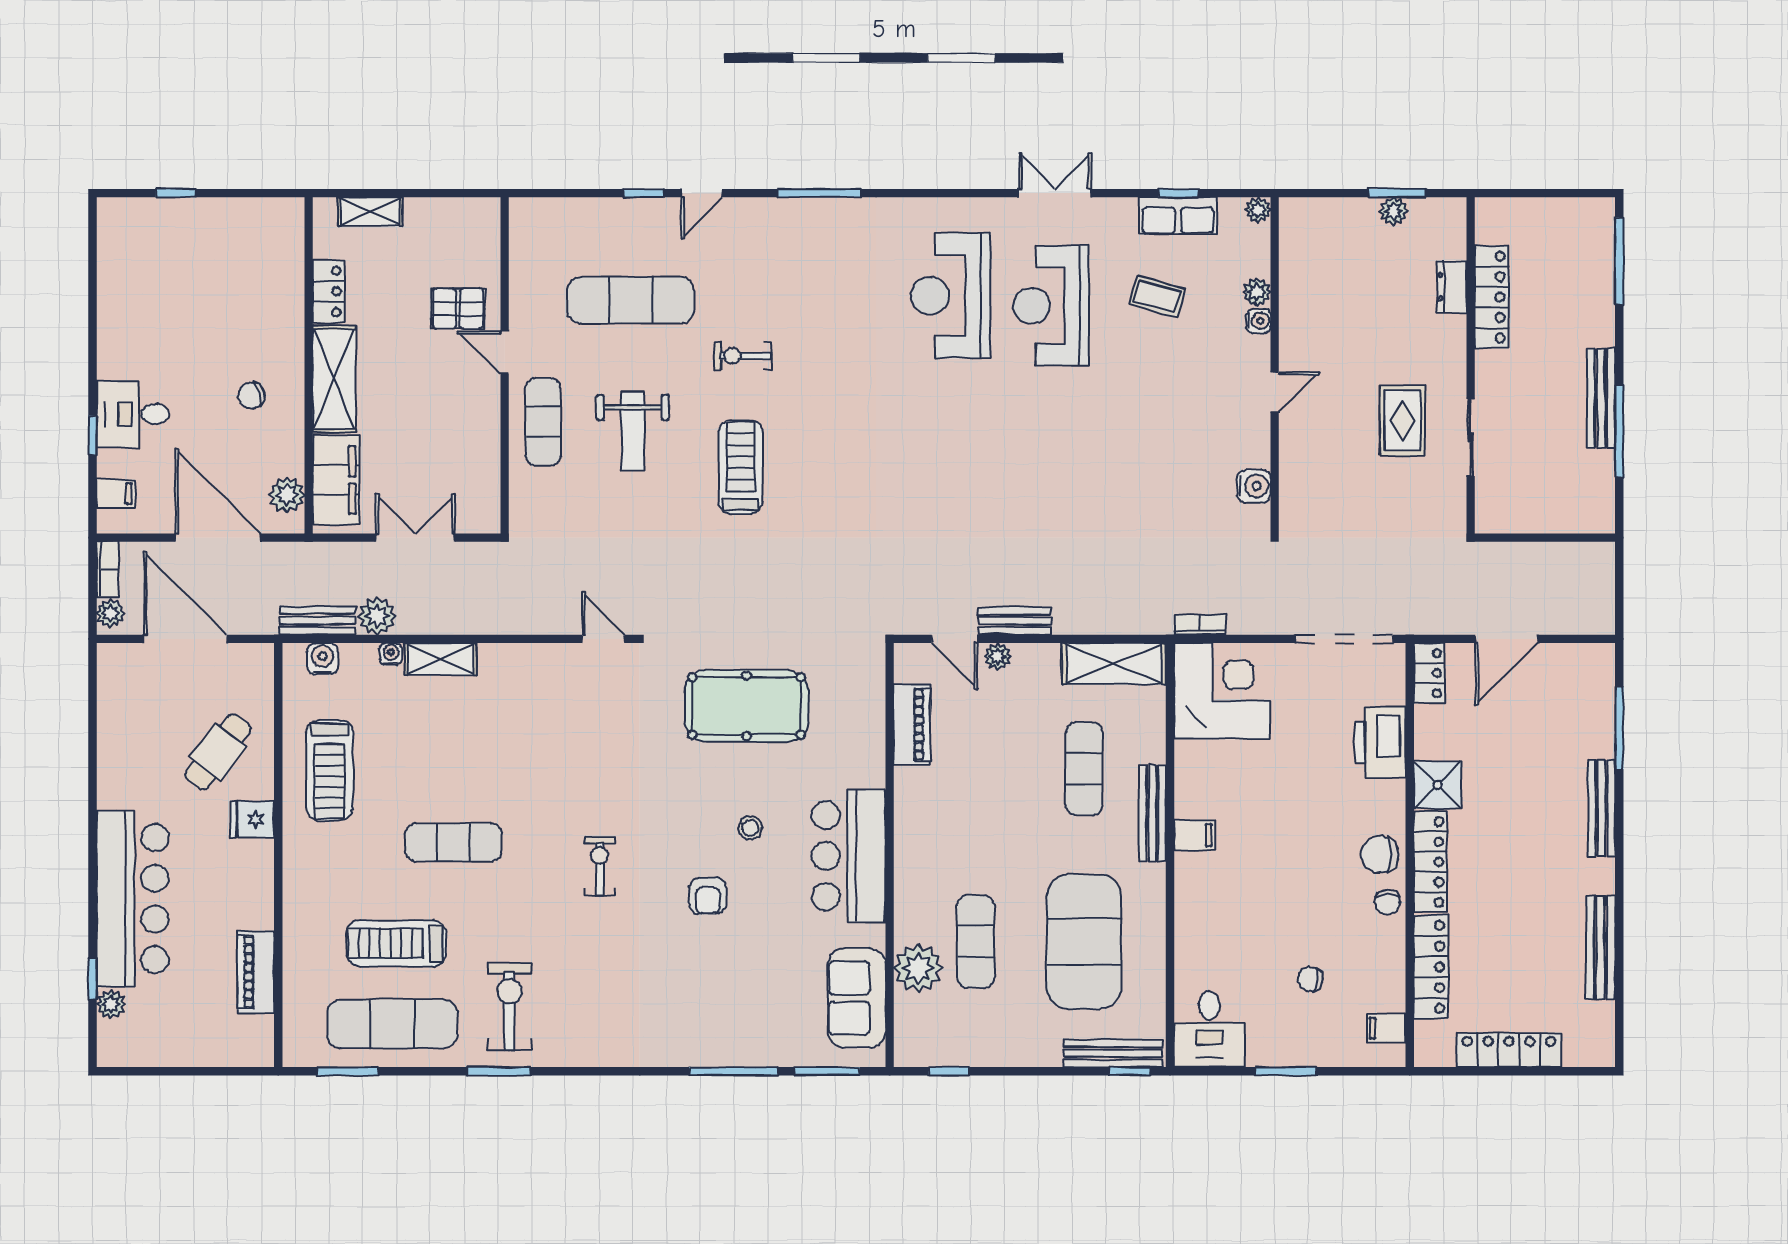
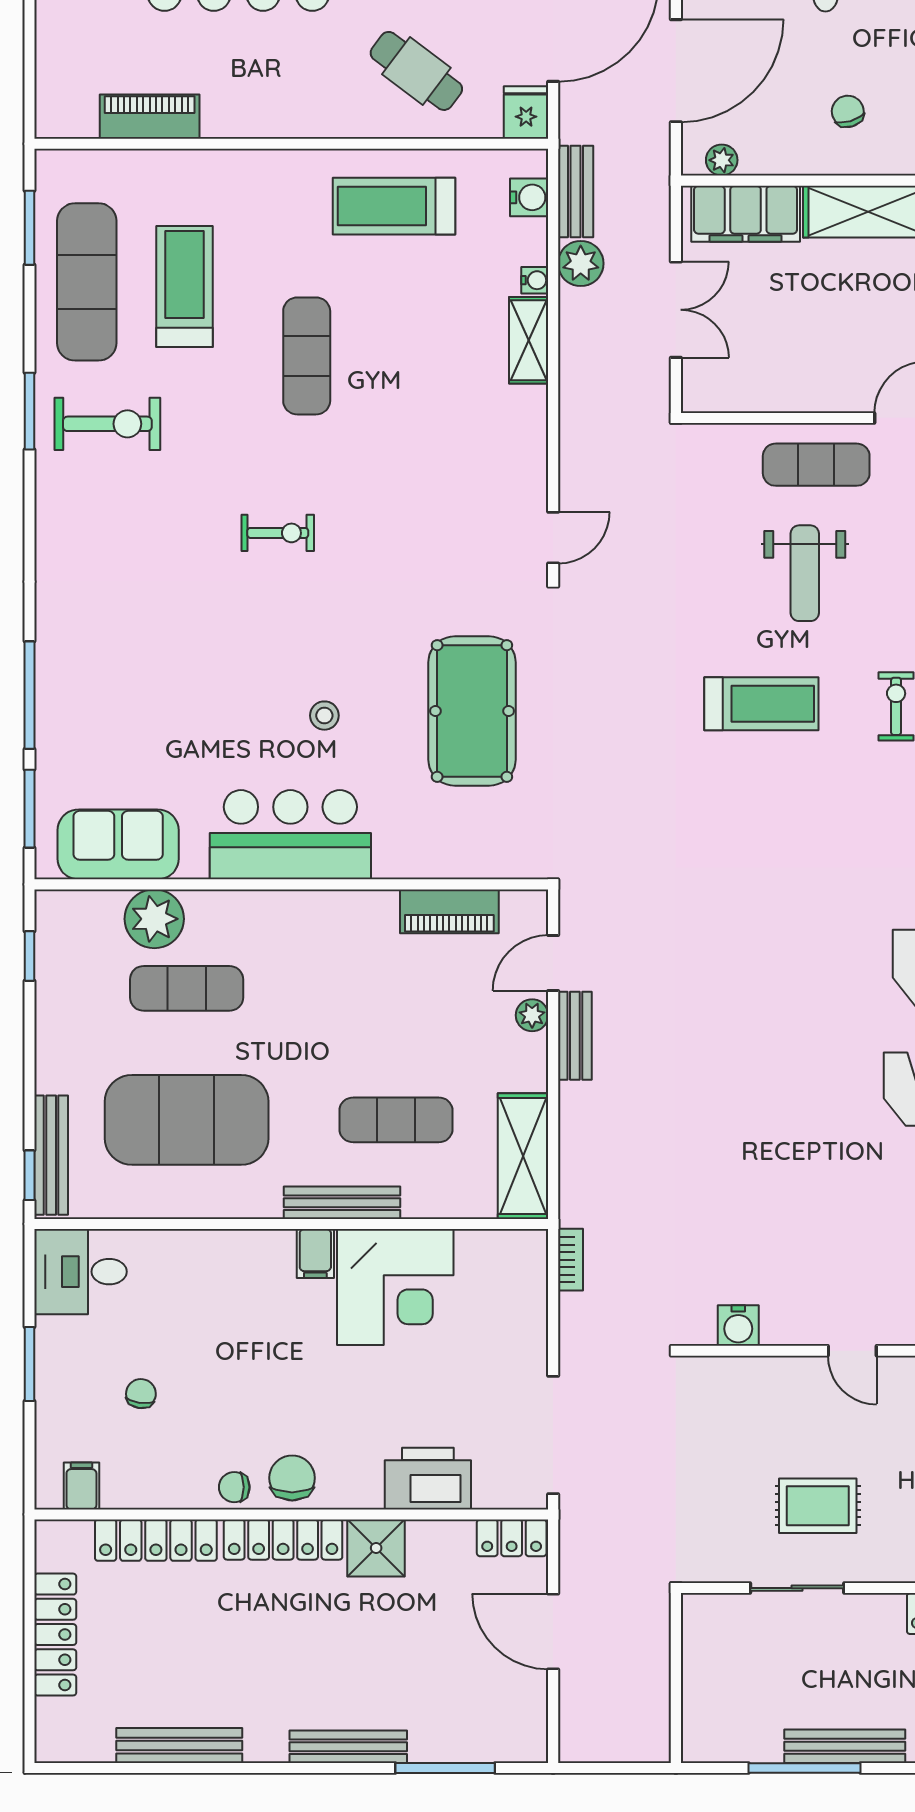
weight bench: (633, 431) -> (805, 573), turned -90
plant: (287, 495) -> (722, 160), width x0.73, depth x0.73
corner desk: (1222, 691) -> (395, 1287), moved
fridge: (252, 820) -> (526, 112), moved
armchair: (708, 896) -> (242, 664), removed

